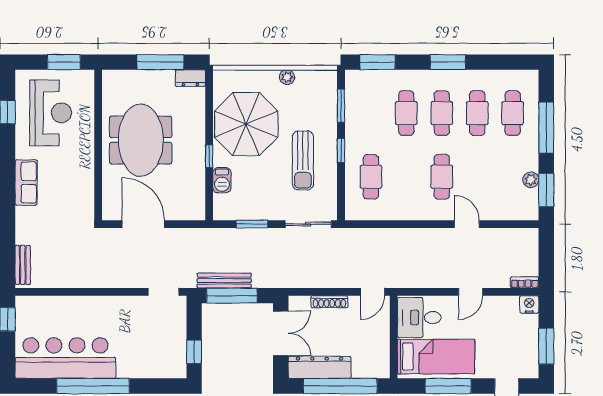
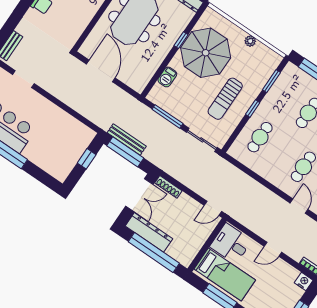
window: (209, 156) -> (181, 40), moved
window: (252, 224) -> (167, 116), width x1.44
doorway: (164, 292) -> (23, 79), moved
shoe rack: (329, 302) -> (168, 187), moved
window: (194, 352) -> (87, 159), moved

